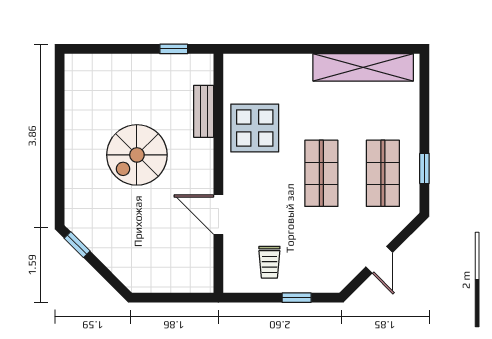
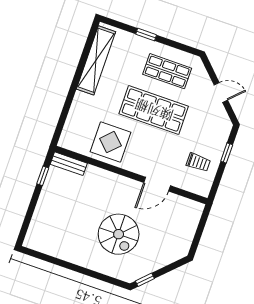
bench: (204, 111) -> (69, 164), moved
spiral stairs: (137, 155) -> (119, 234), moved
window: (424, 168) -> (146, 34), moved
shop shelf: (321, 173) -> (154, 110), width x1.43, depth x1.36

